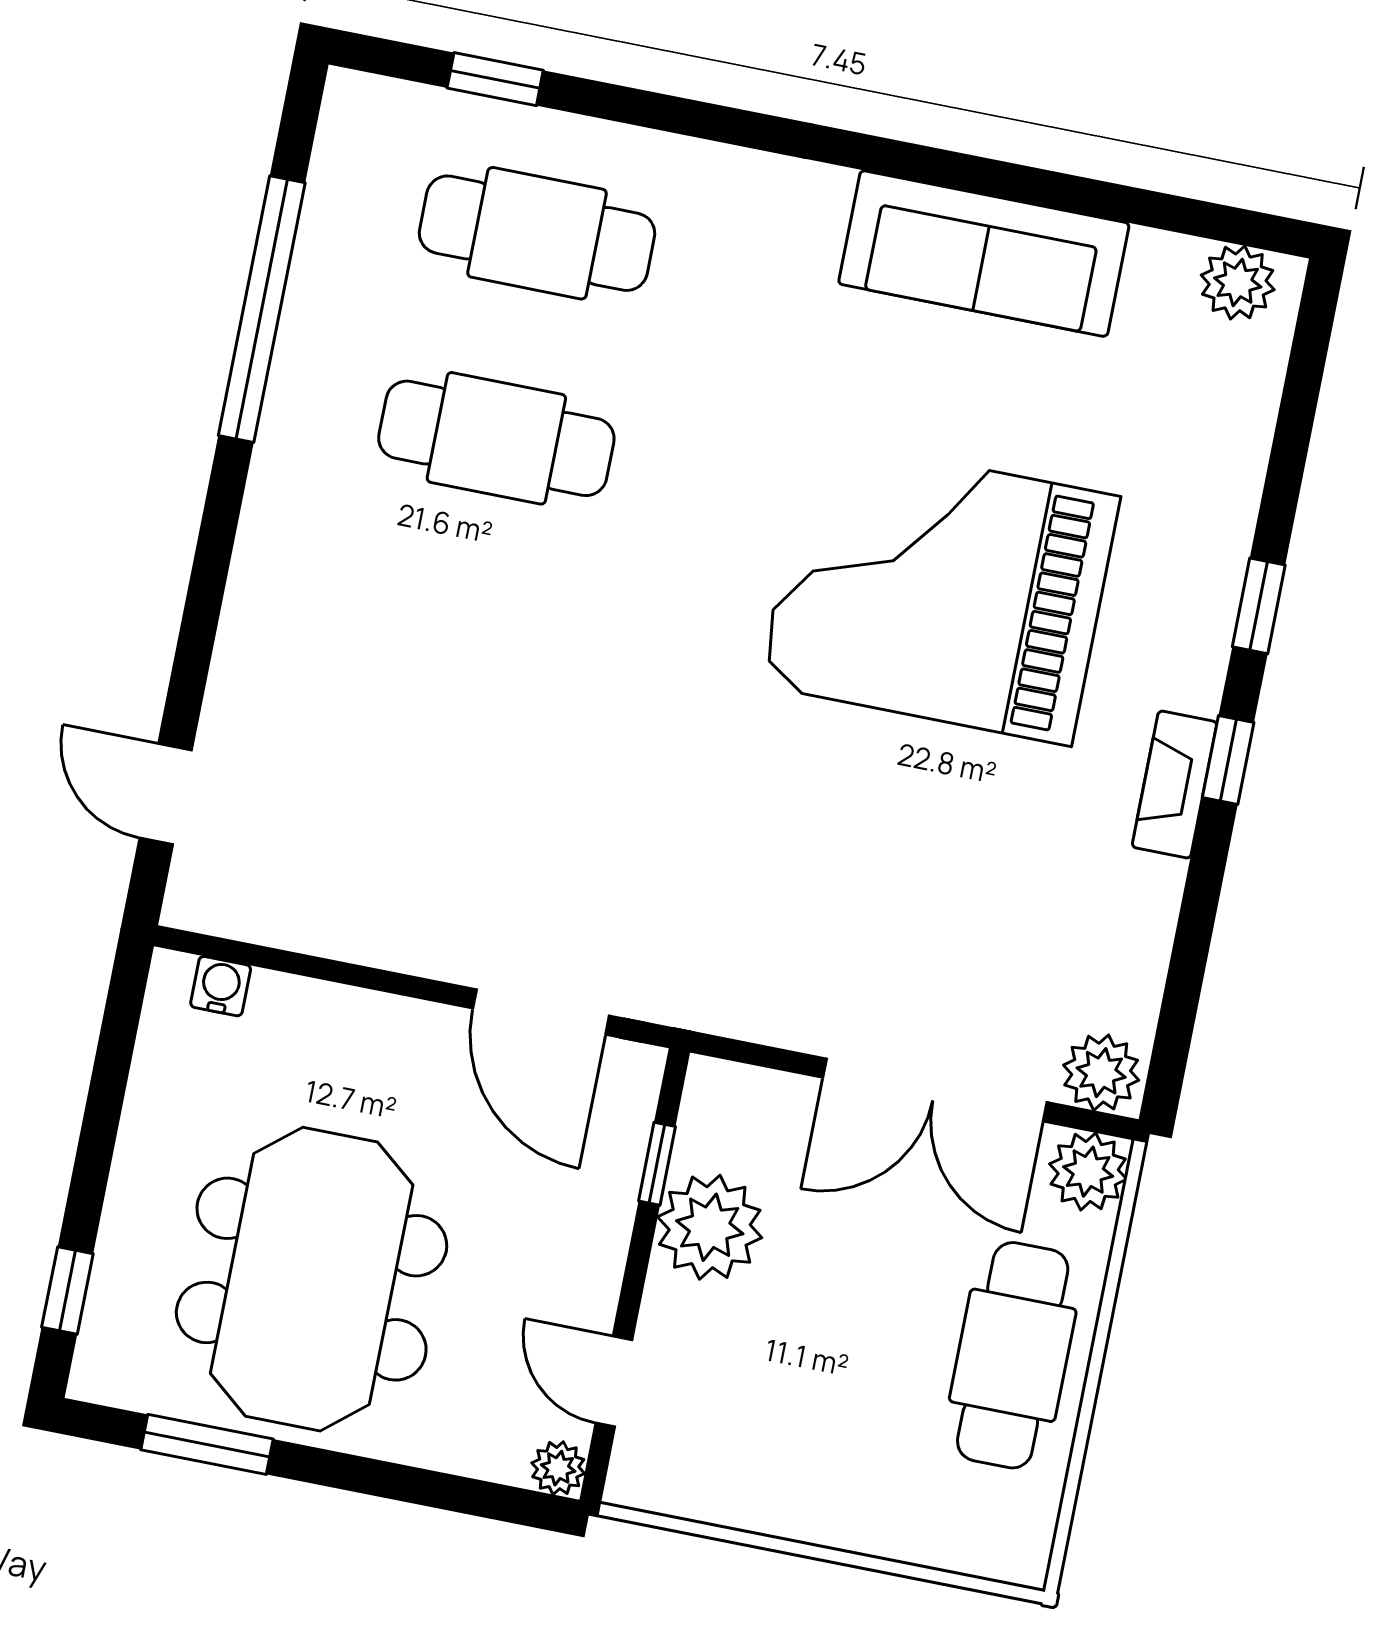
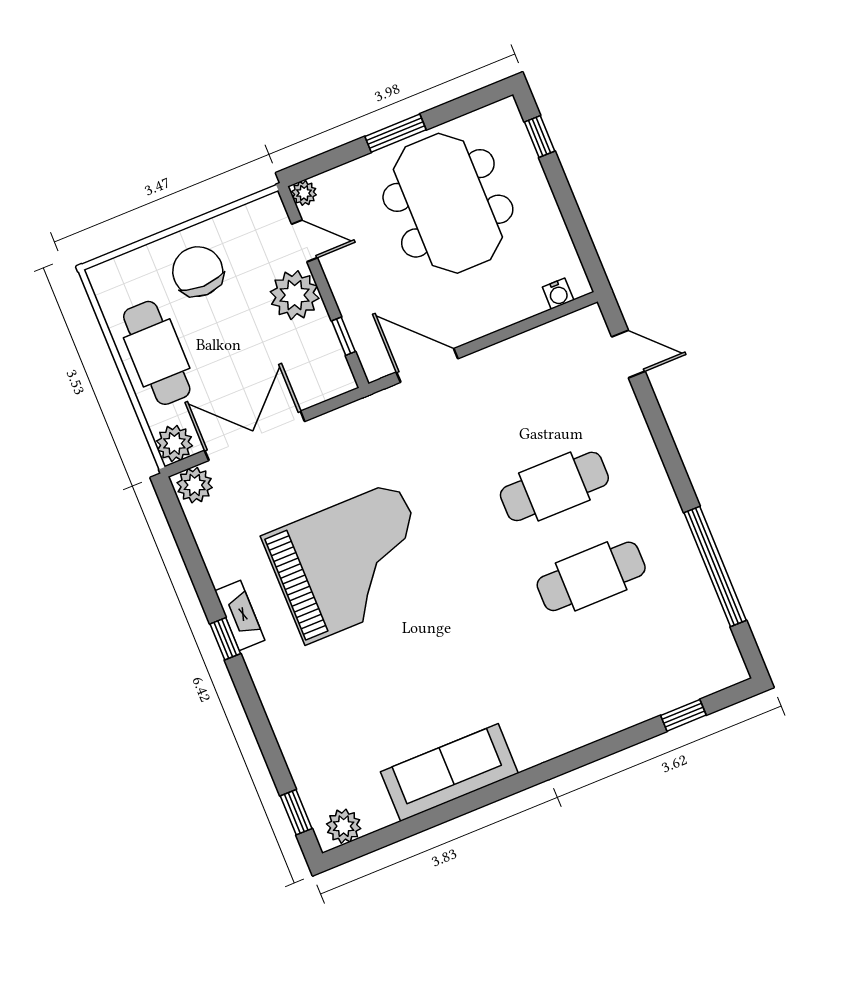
cafe table: (537, 233) -> (554, 486), moved
grand piano: (940, 591) -> (351, 563), moved
window: (1259, 606) -> (296, 812), moved
plant: (710, 1227) -> (295, 295), moved
window: (207, 1444) -> (396, 133), moved
chair: (842, 1453) -> (198, 272), added

